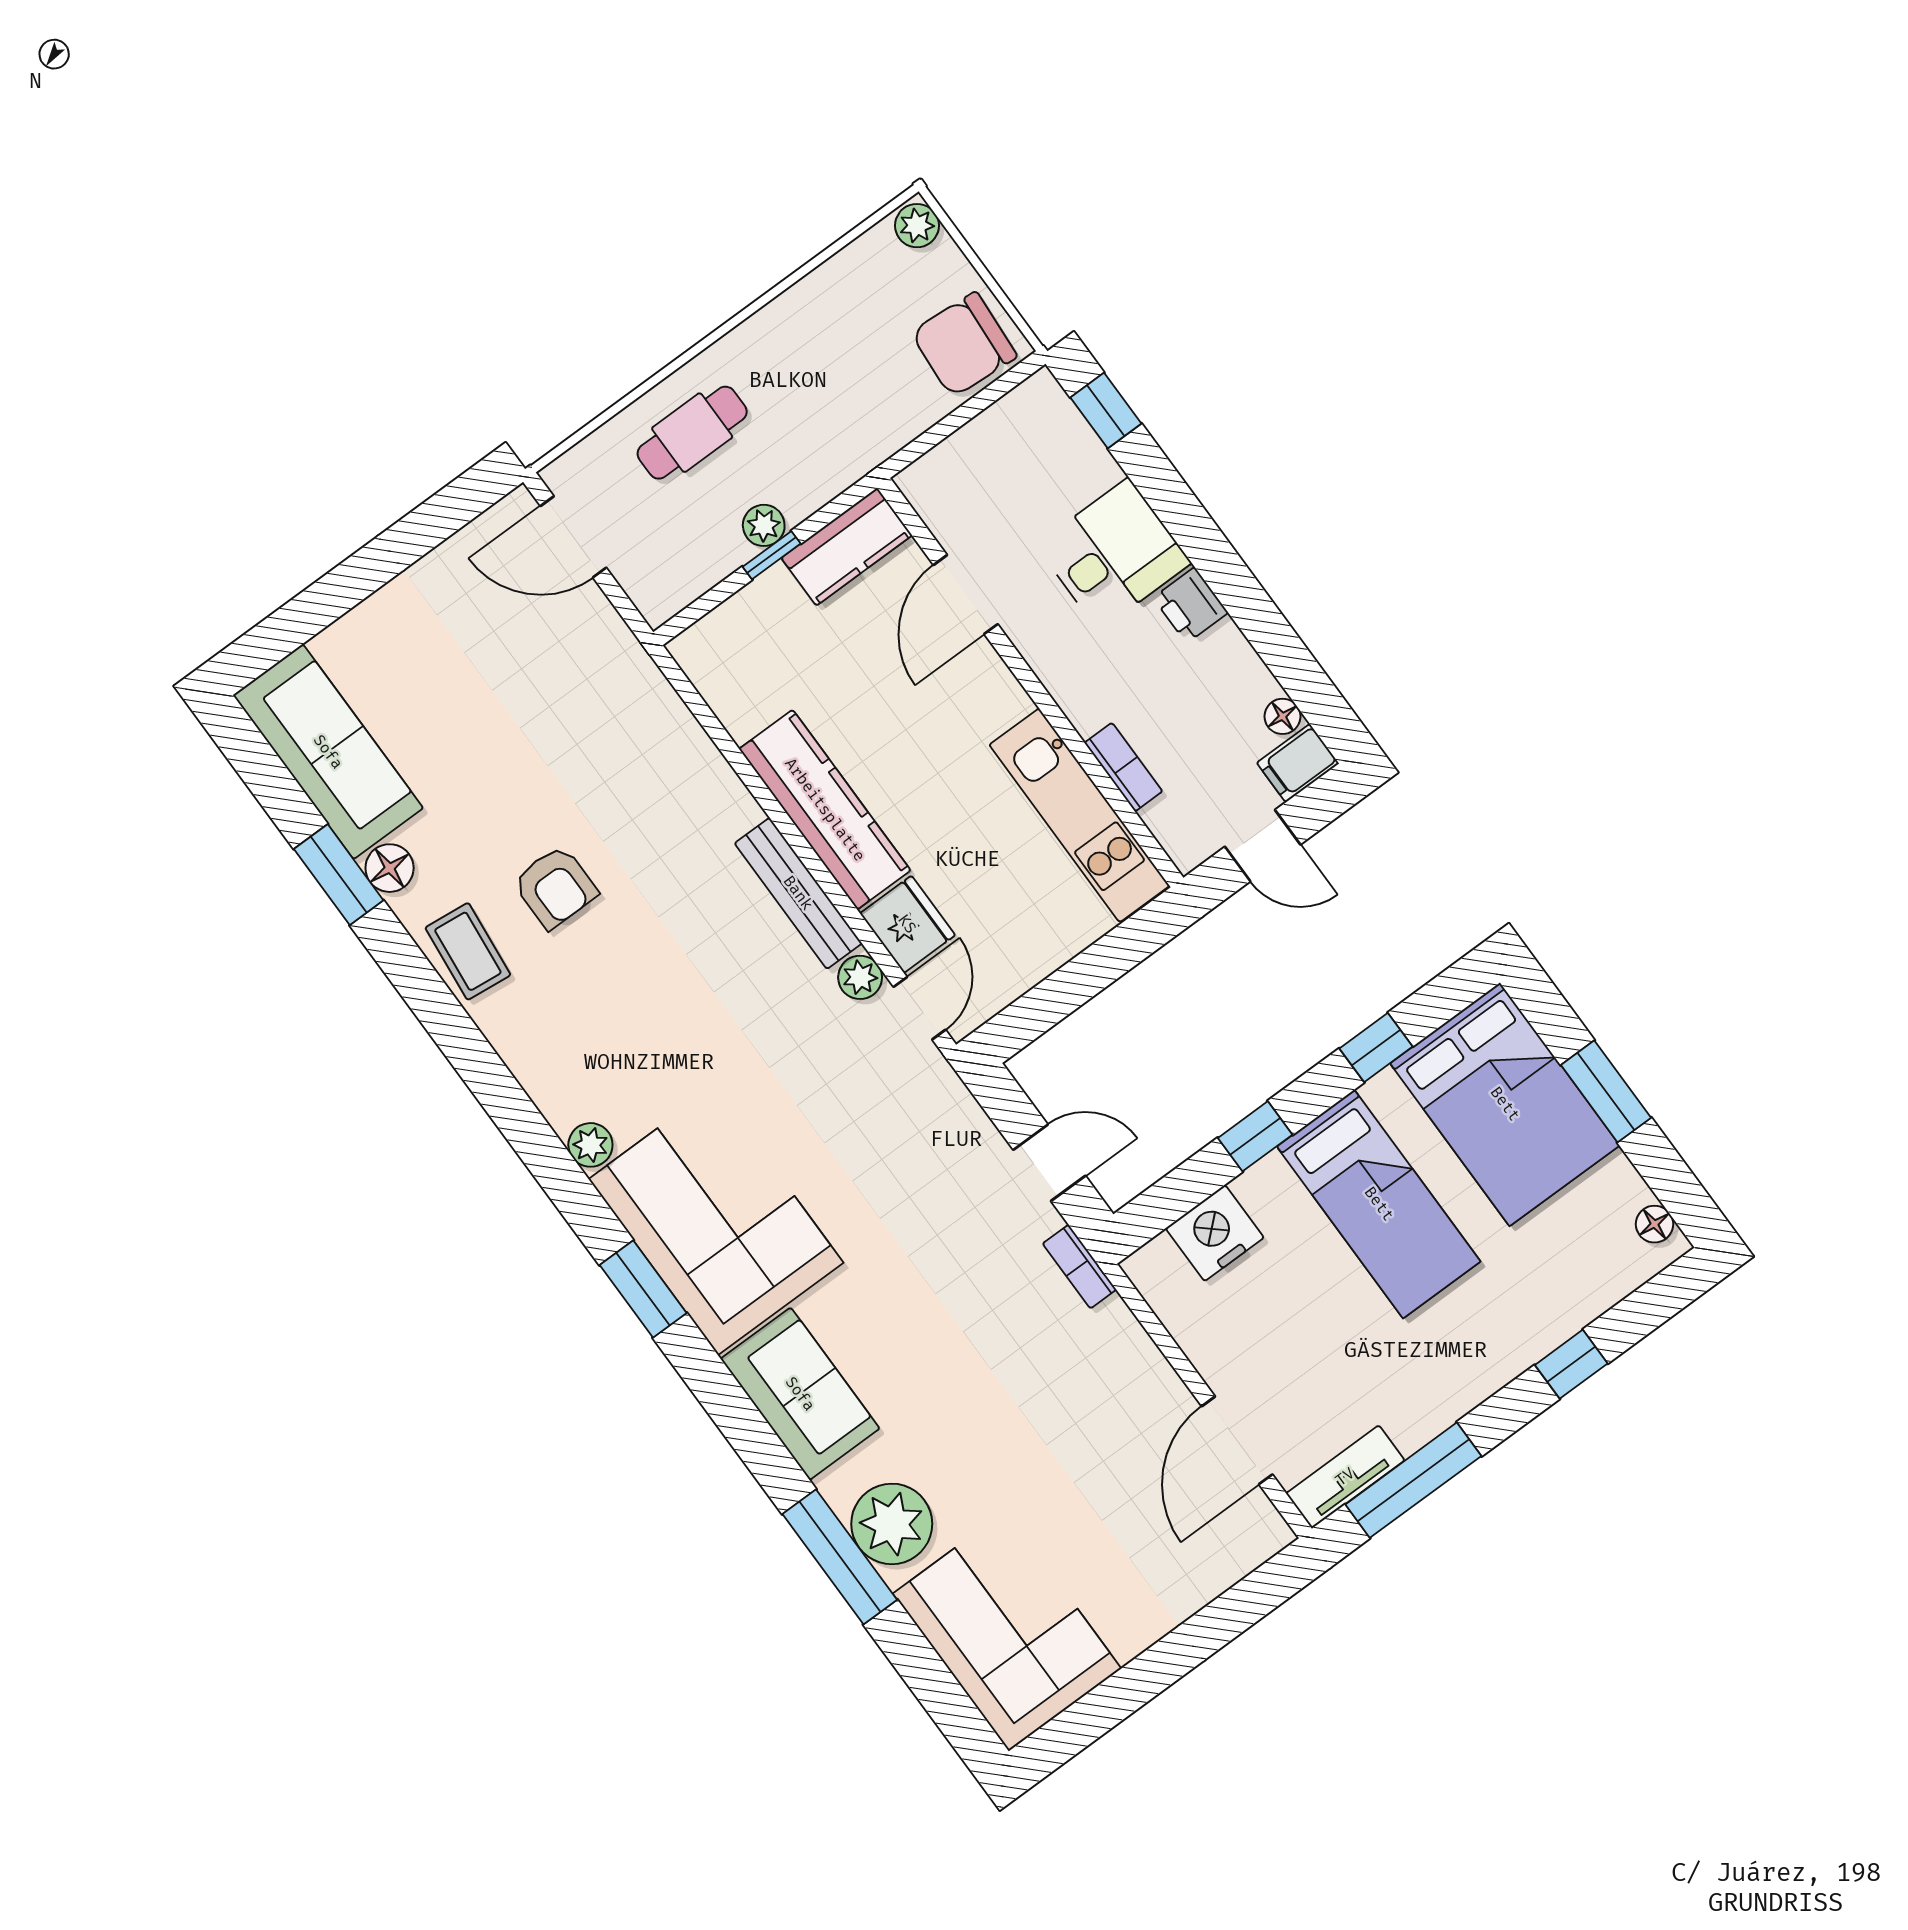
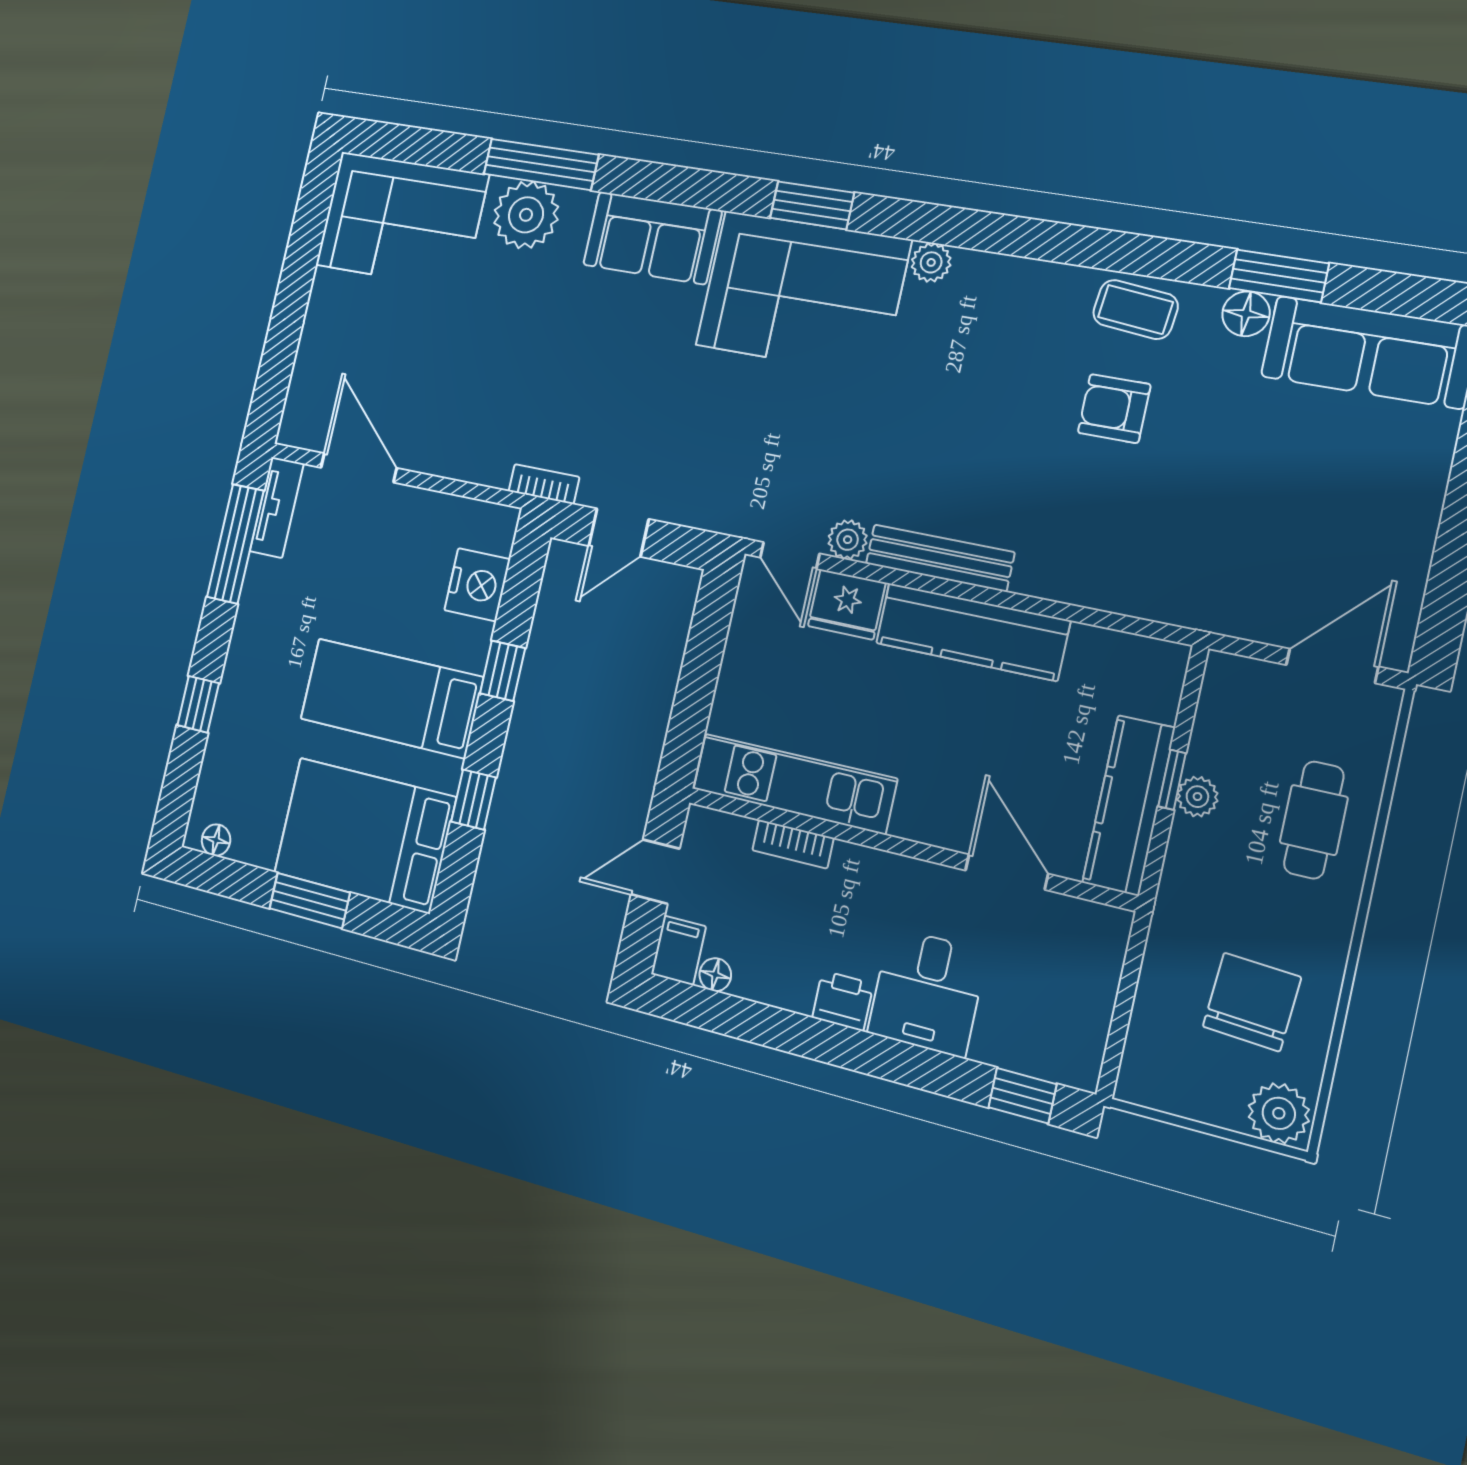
plant: (917, 226) -> (1279, 1113), width x1.38, depth x1.38
chair: (964, 345) -> (1252, 1002), moved
kitchen counter: (847, 547) -> (1129, 805), width x1.50

